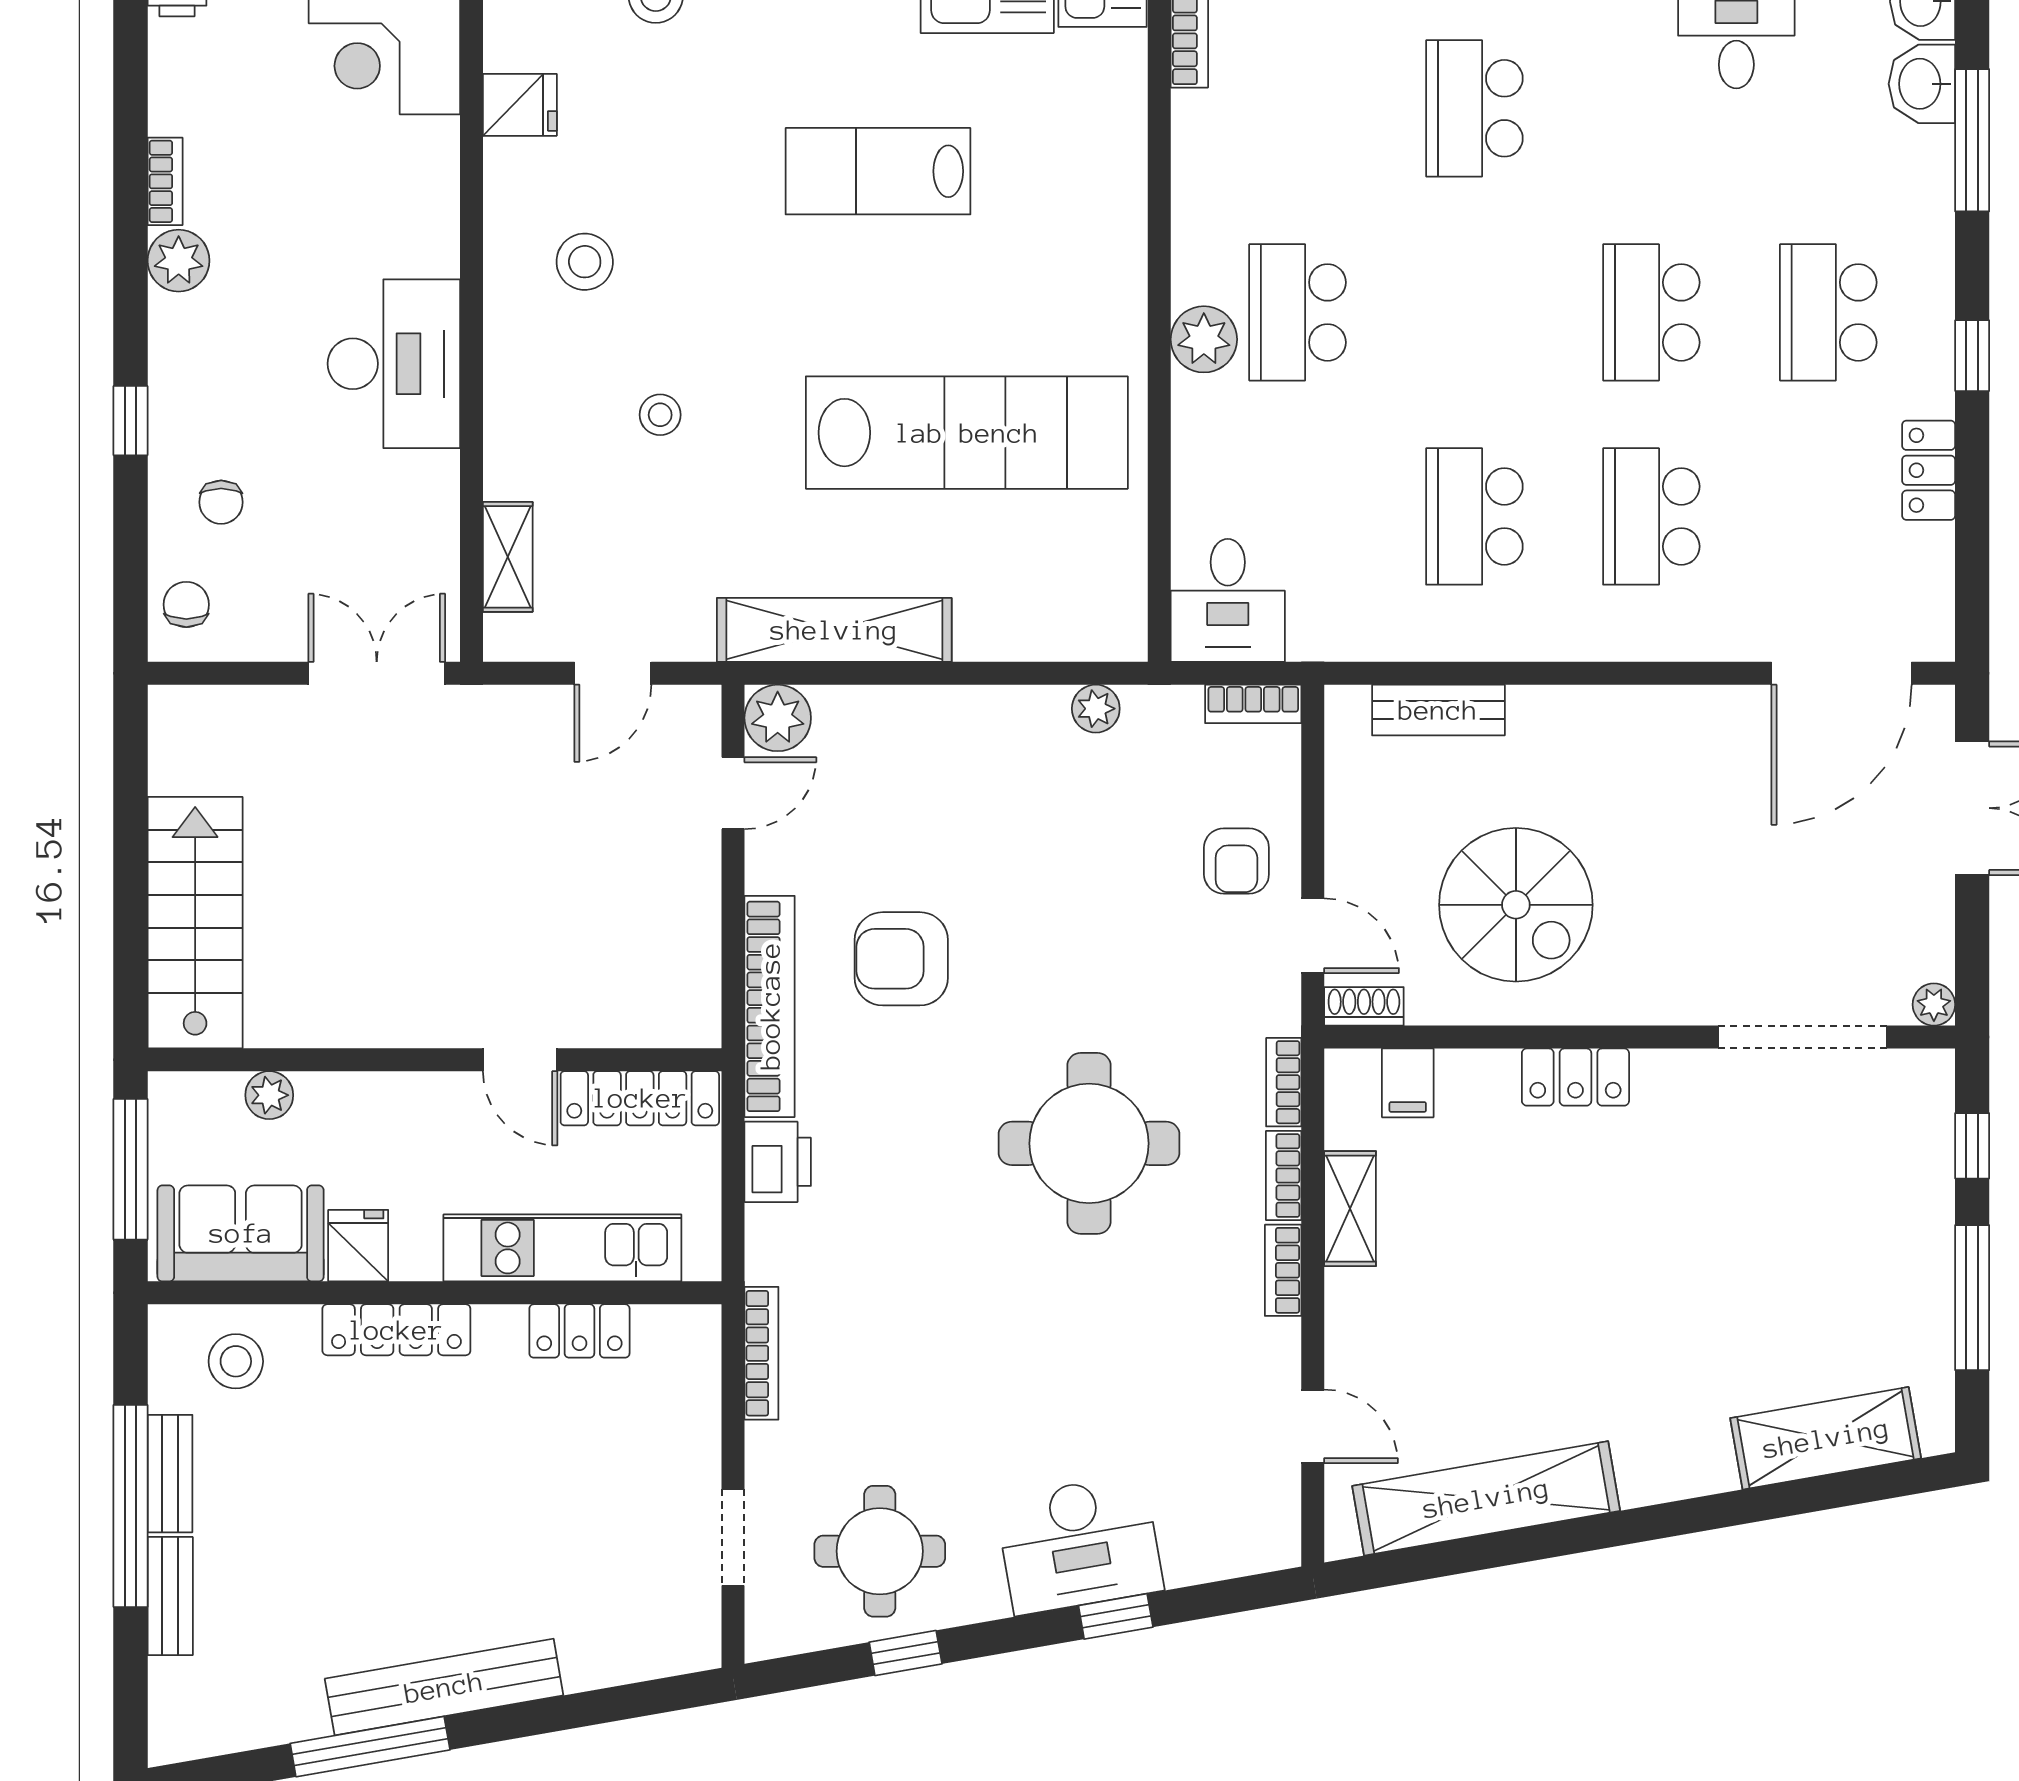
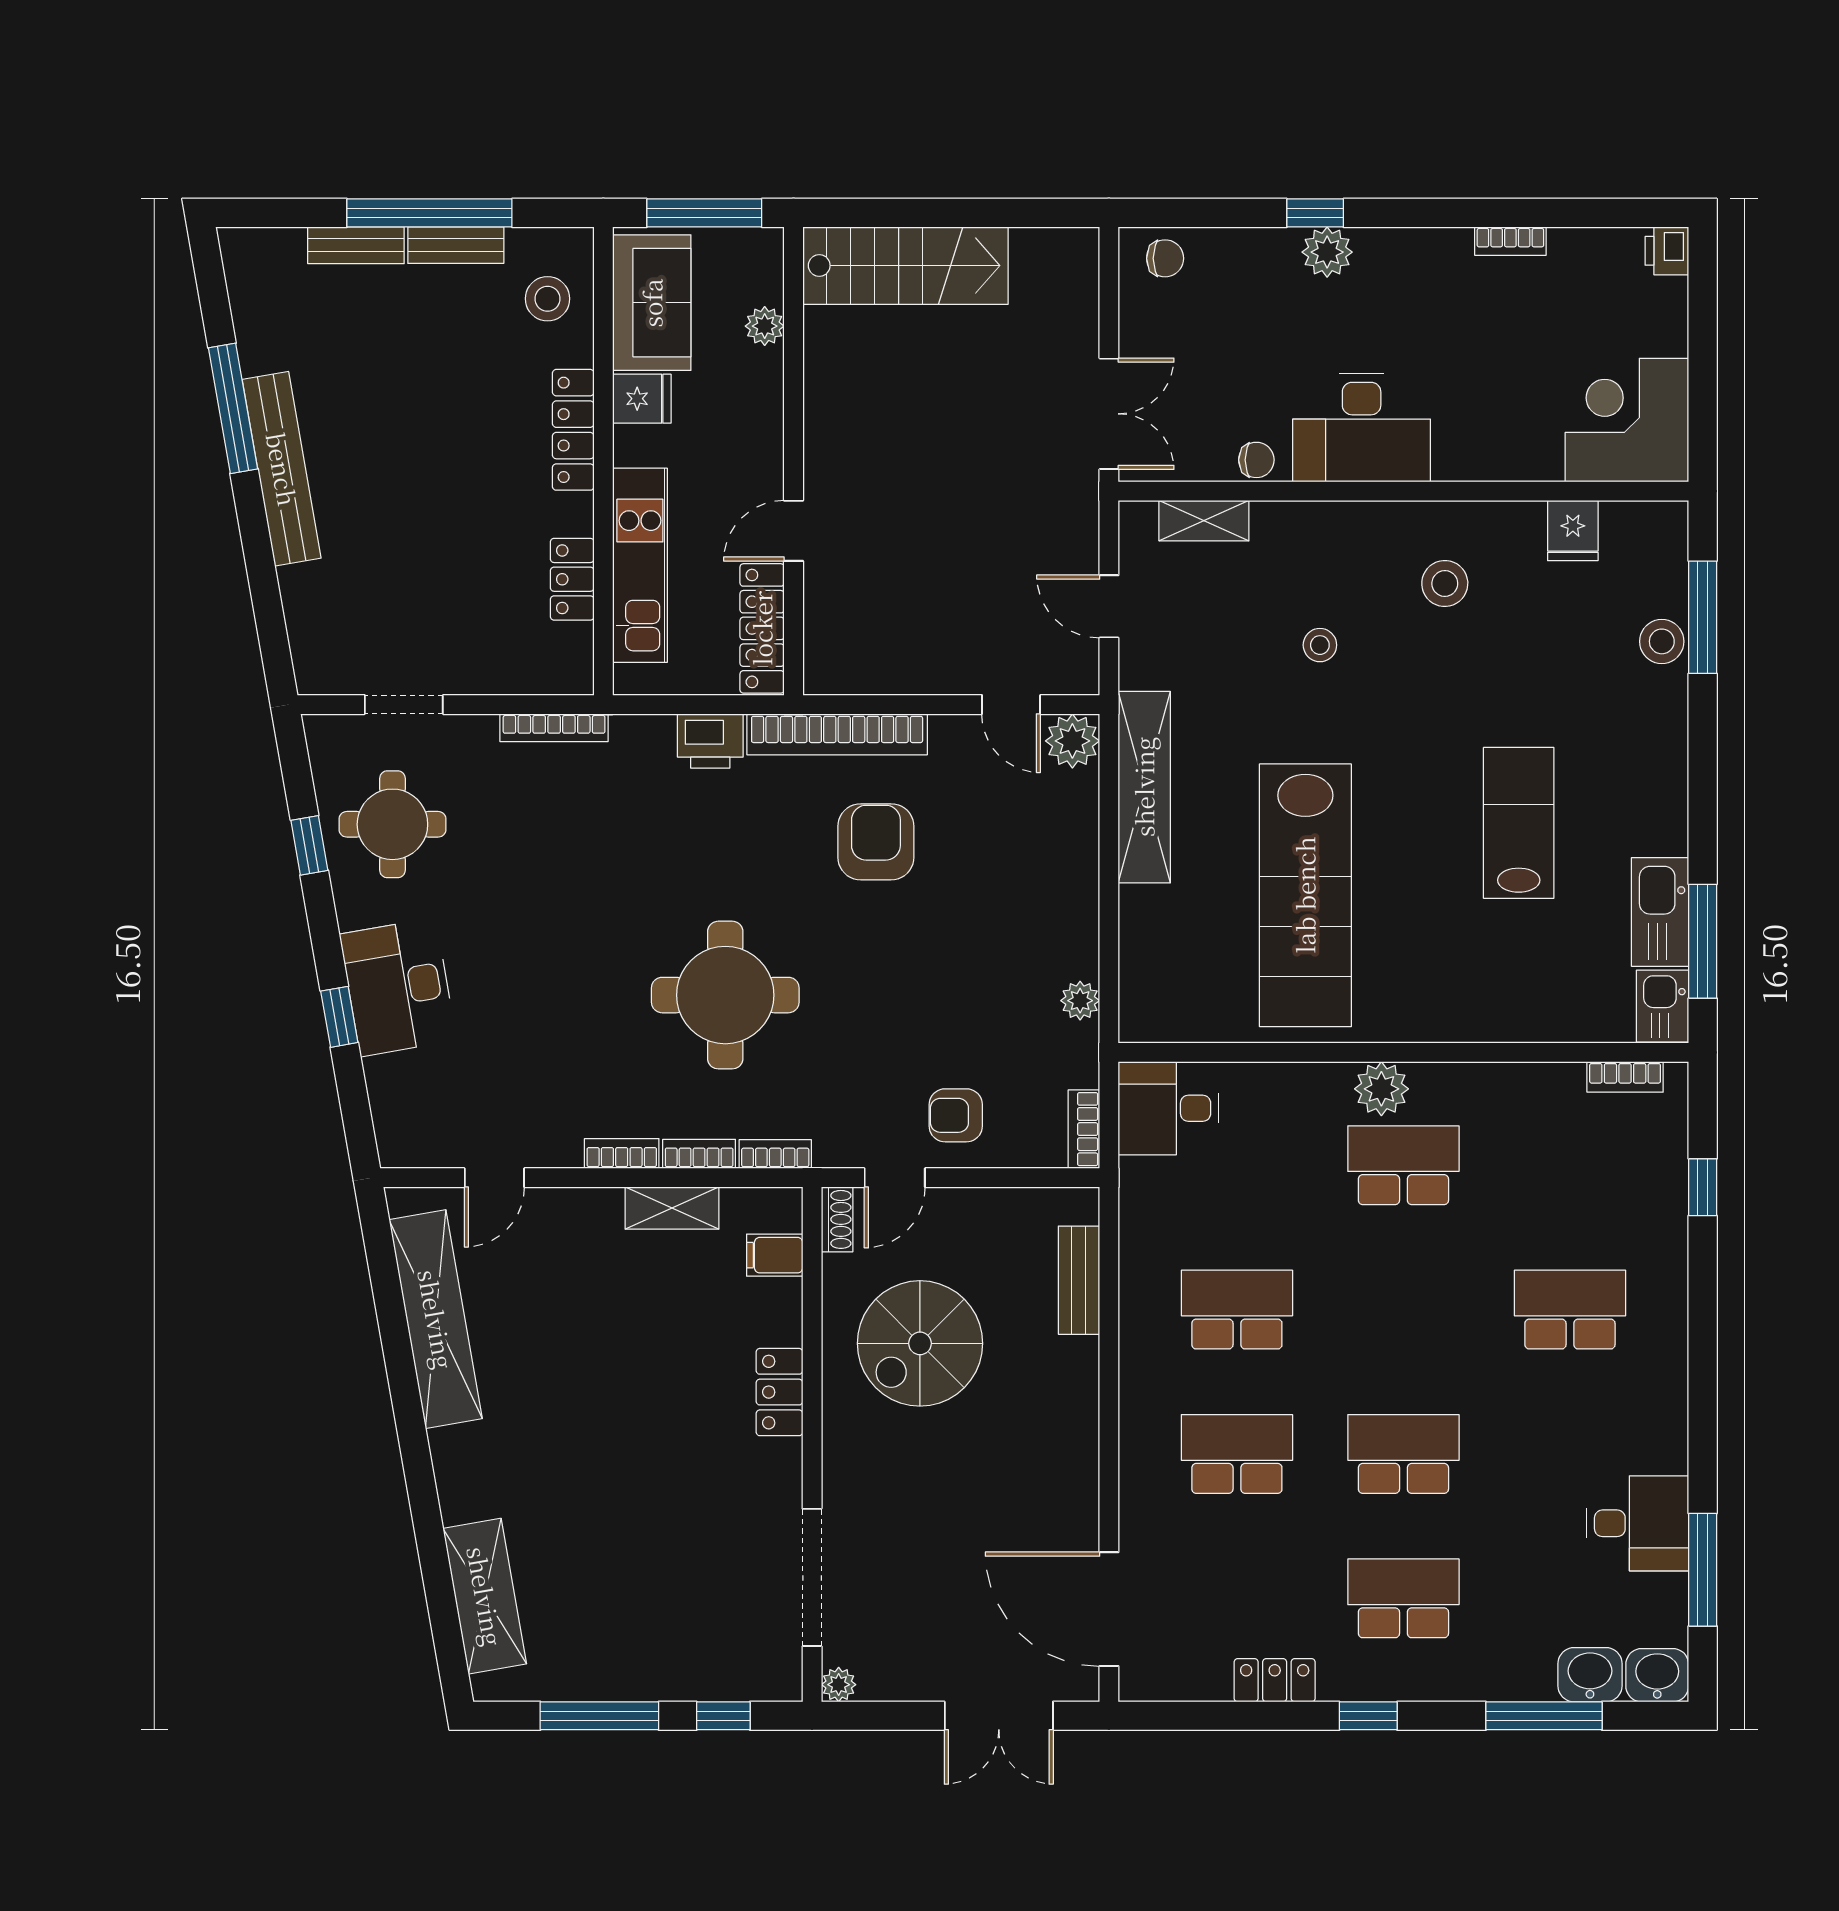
plant: (179, 261) -> (1327, 252), moved
chair: (221, 502) -> (1256, 460), moved, turned 180

